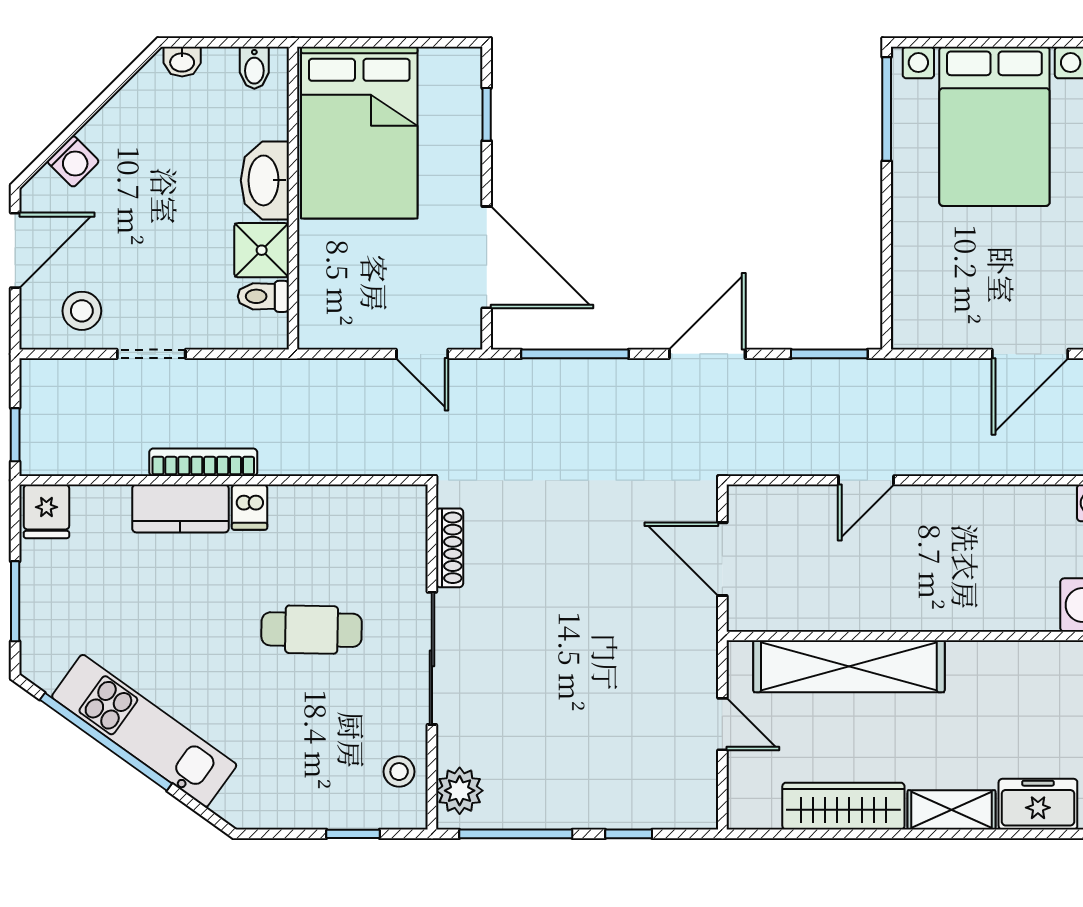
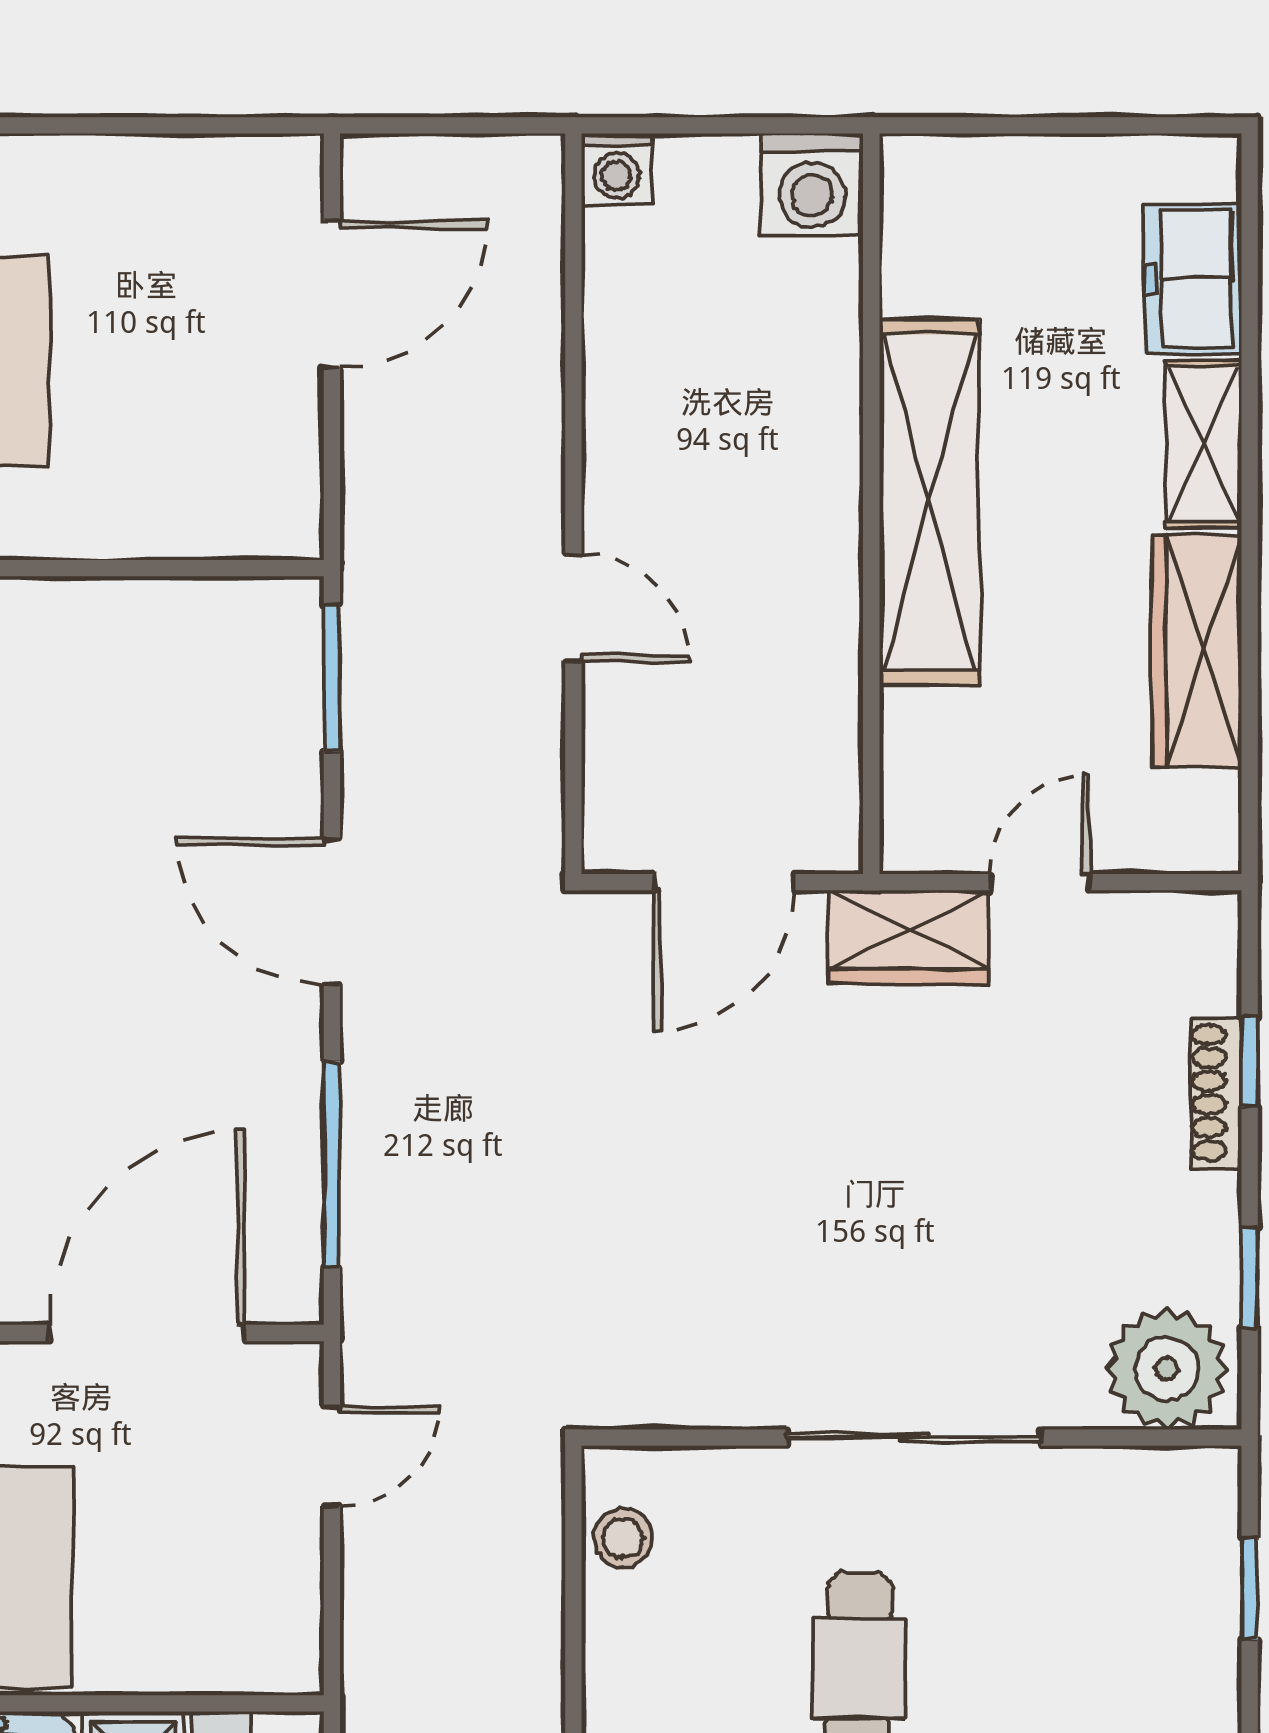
door: (1030, 354) -> (332, 294), hinge flipped
shoe rack: (450, 548) -> (1216, 1093), moved, turned -90
wardrobe: (694, 655) -> (908, 937), added
shelving: (849, 666) -> (929, 503), moved
stool: (399, 772) -> (623, 1538), moved
plant: (460, 791) -> (1167, 1369), width x1.36, depth x1.36
window: (516, 834) -> (1250, 1277), width x0.46

